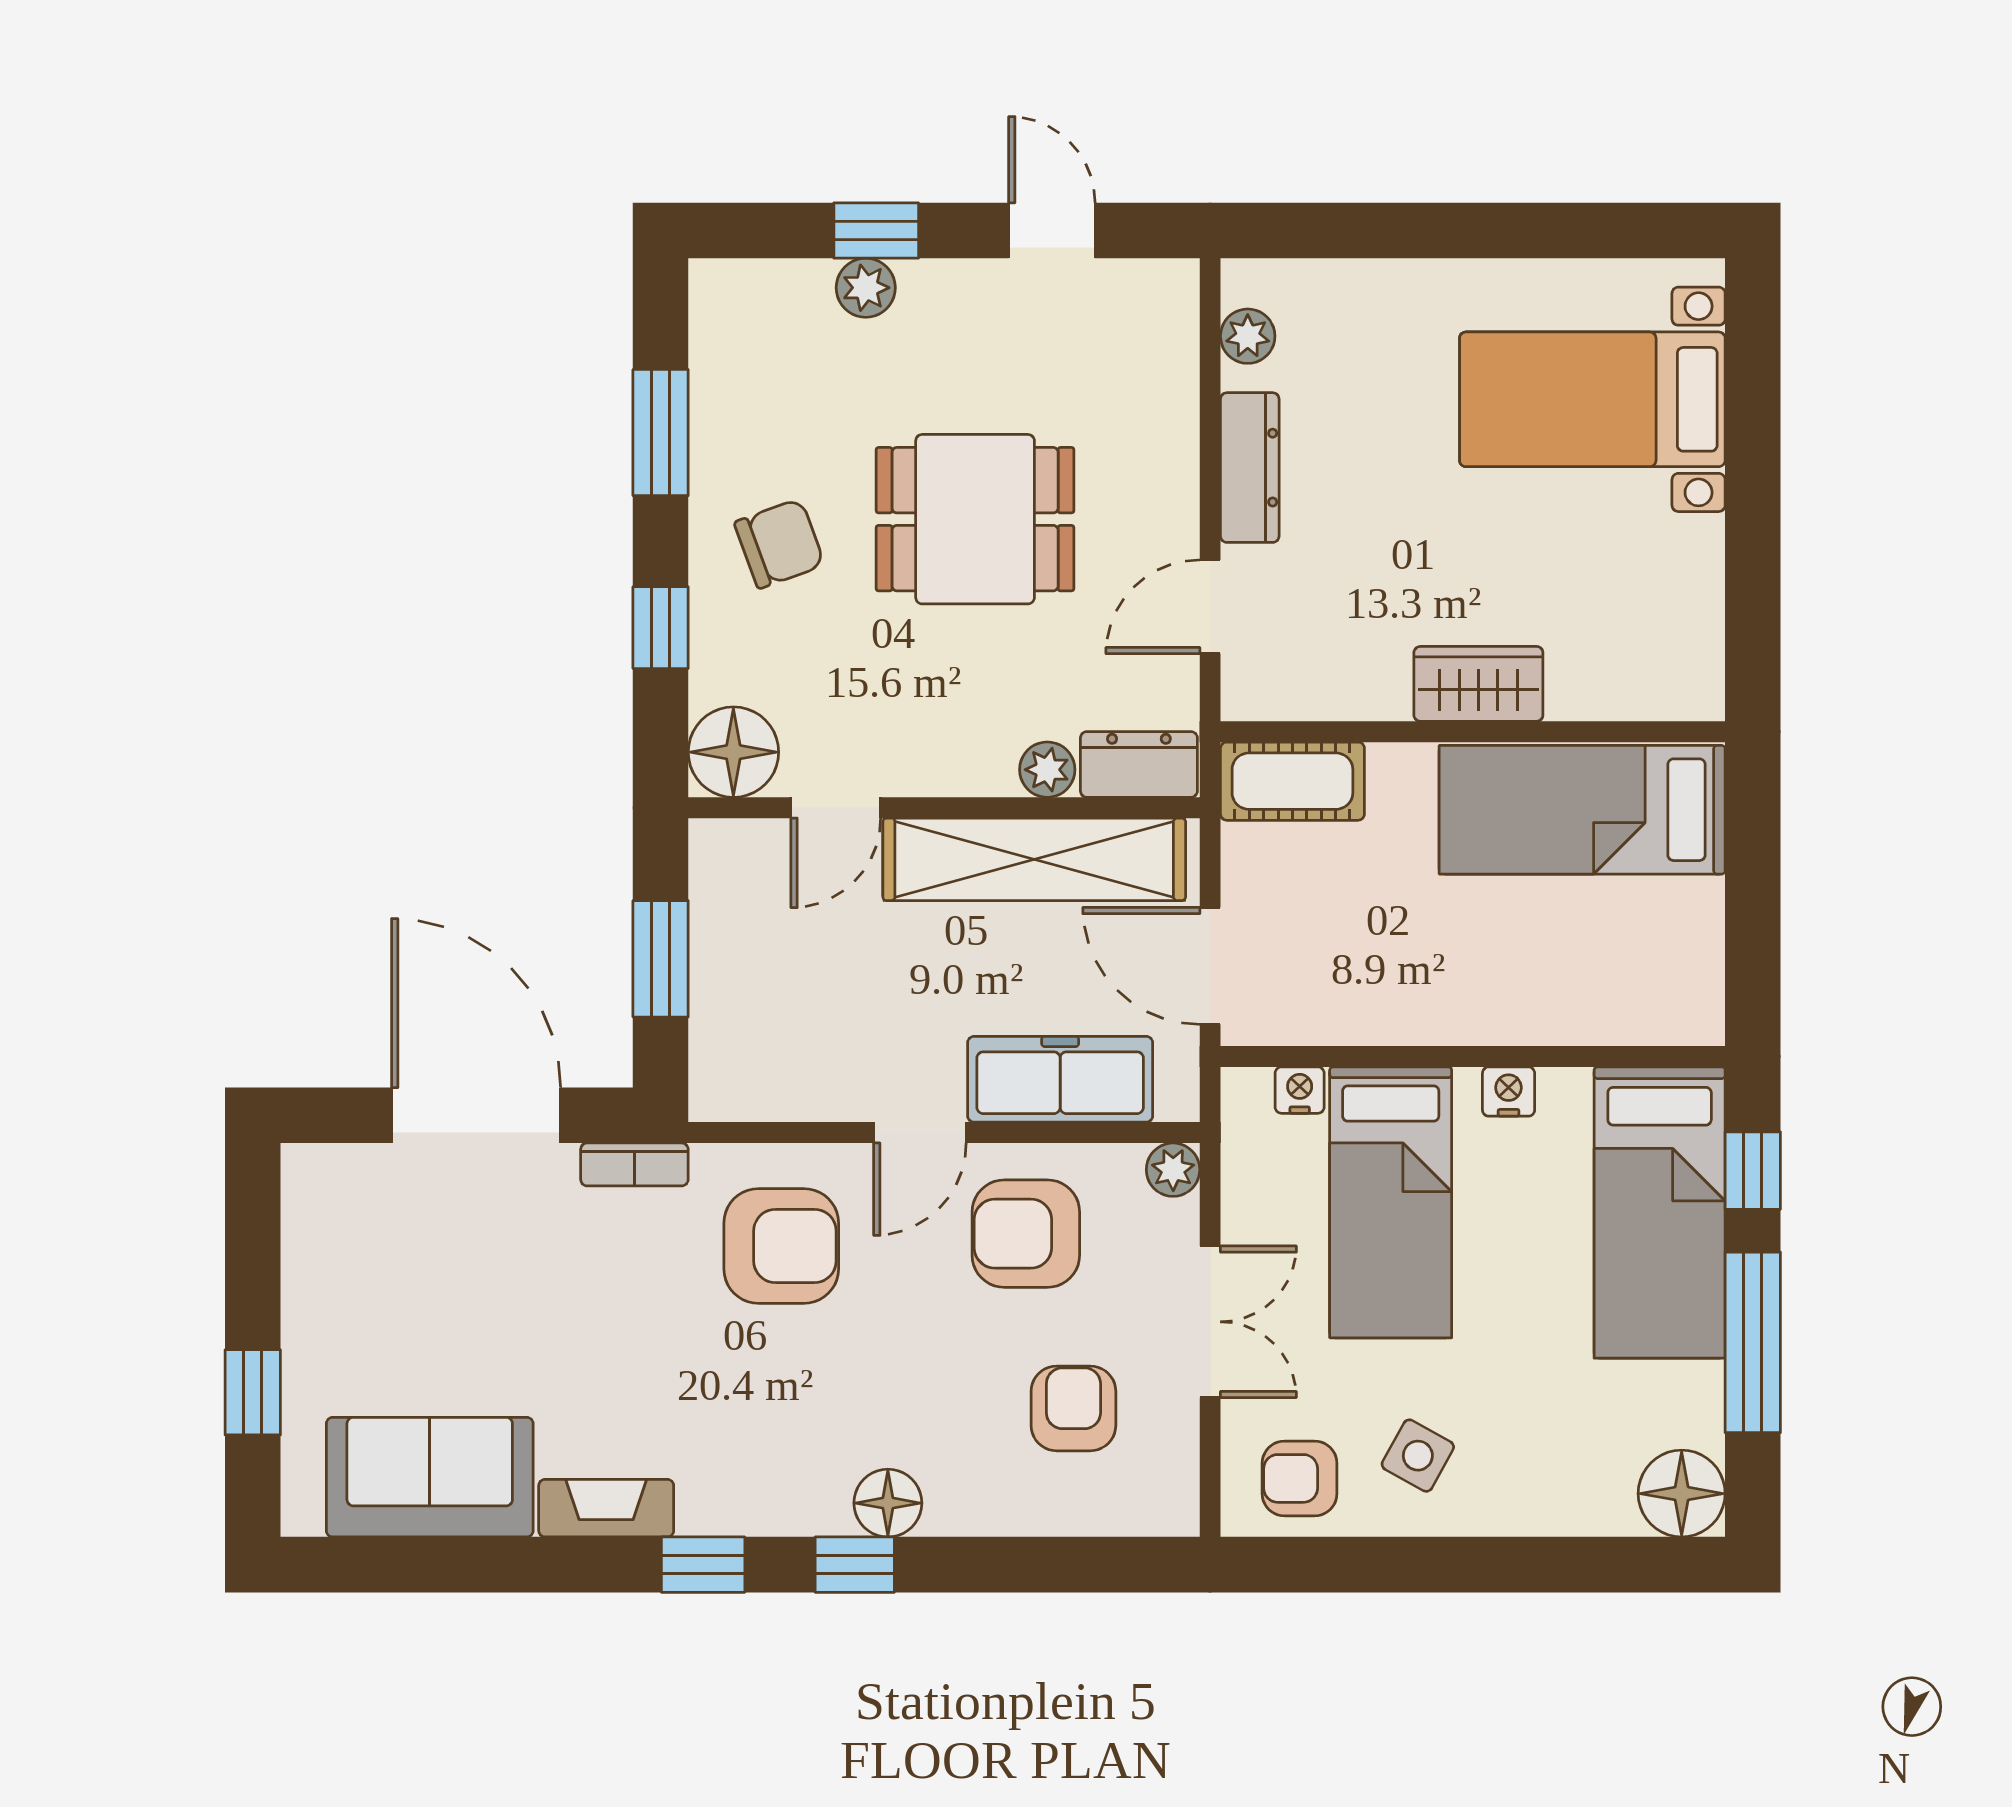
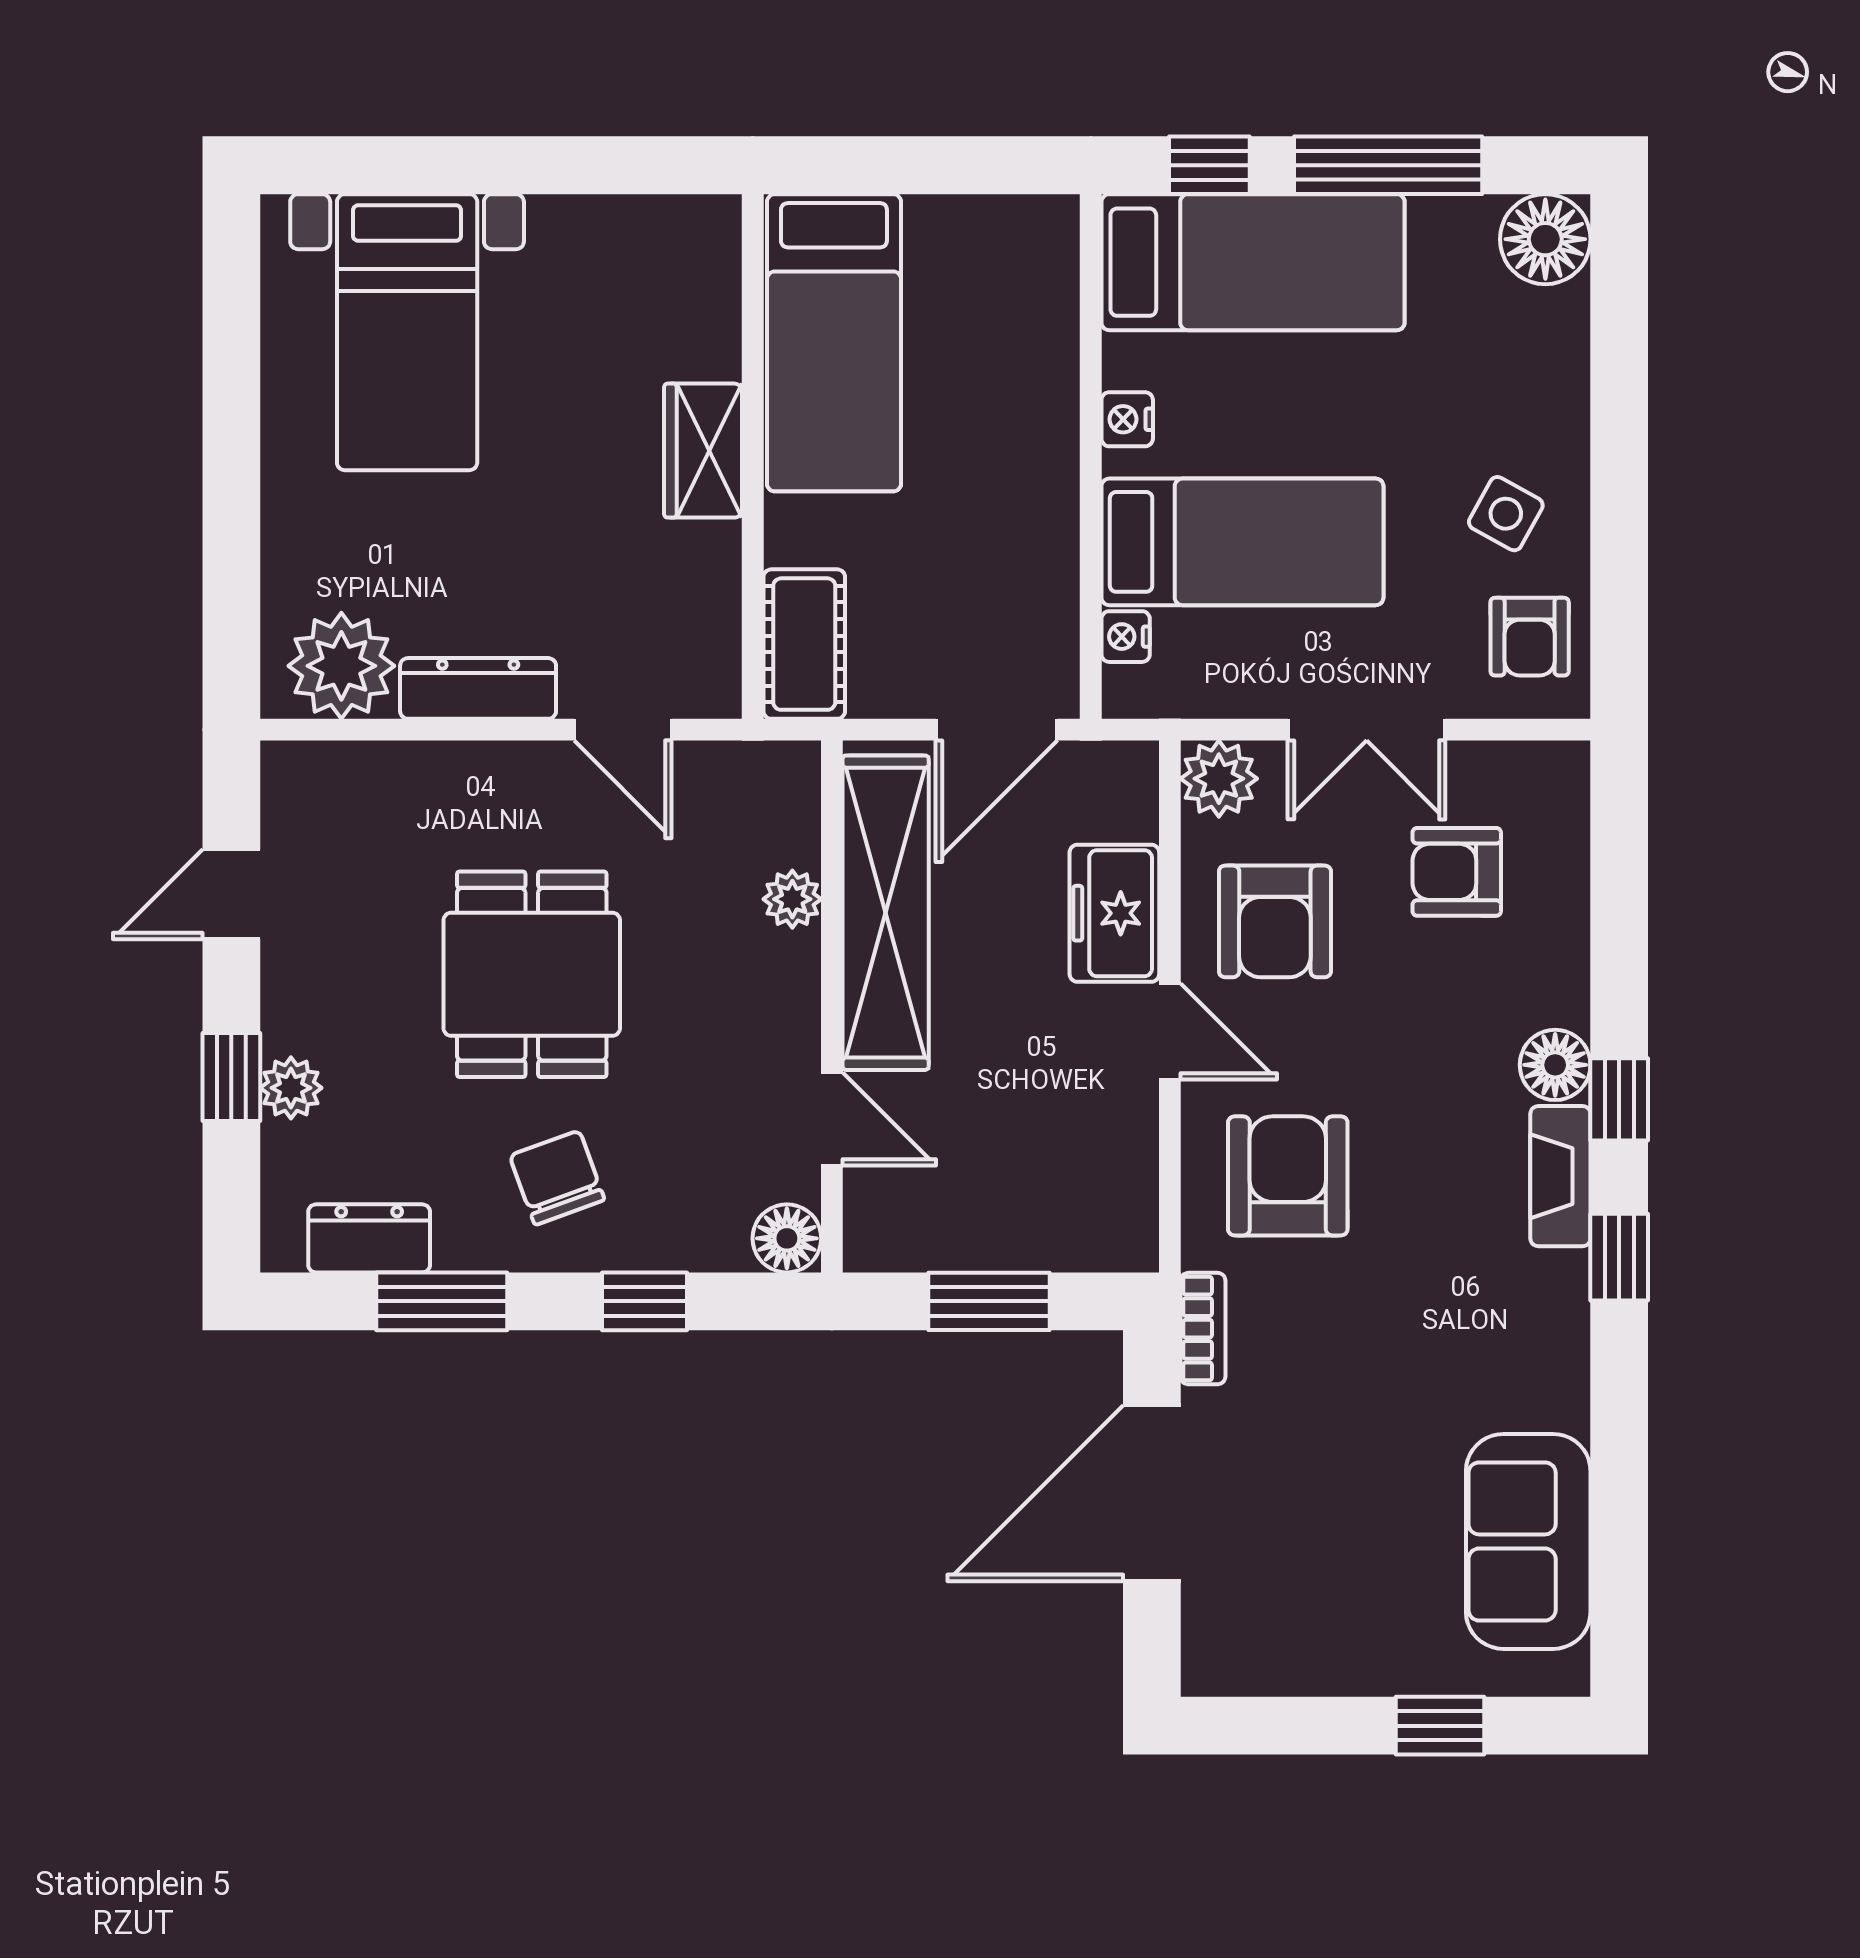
plant: (1248, 336) -> (341, 666), width x1.88, depth x1.88
floor lamp: (733, 752) -> (787, 1238), width x0.73, depth x0.73
dresser: (1139, 764) -> (369, 1238), moved, turned 90
freezer: (1060, 1079) -> (1114, 913), width x0.71
plant: (1173, 1170) -> (1219, 779), width x1.38, depth x1.38
double door: (1210, 1322) -> (1367, 730), swing flipped
fireplace: (606, 1508) -> (1560, 1176), moved

